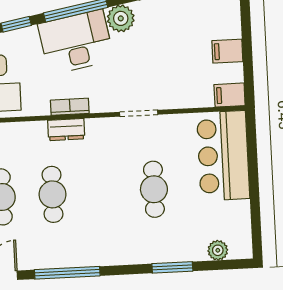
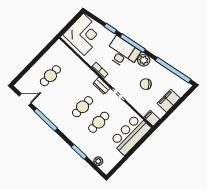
filing cabinet: (227, 51) -> (169, 101), width x2.00
chair: (164, 52) -> (146, 84), added
dresser: (66, 130) -> (102, 86), moved
cafe table: (53, 194) -> (83, 107), moved

